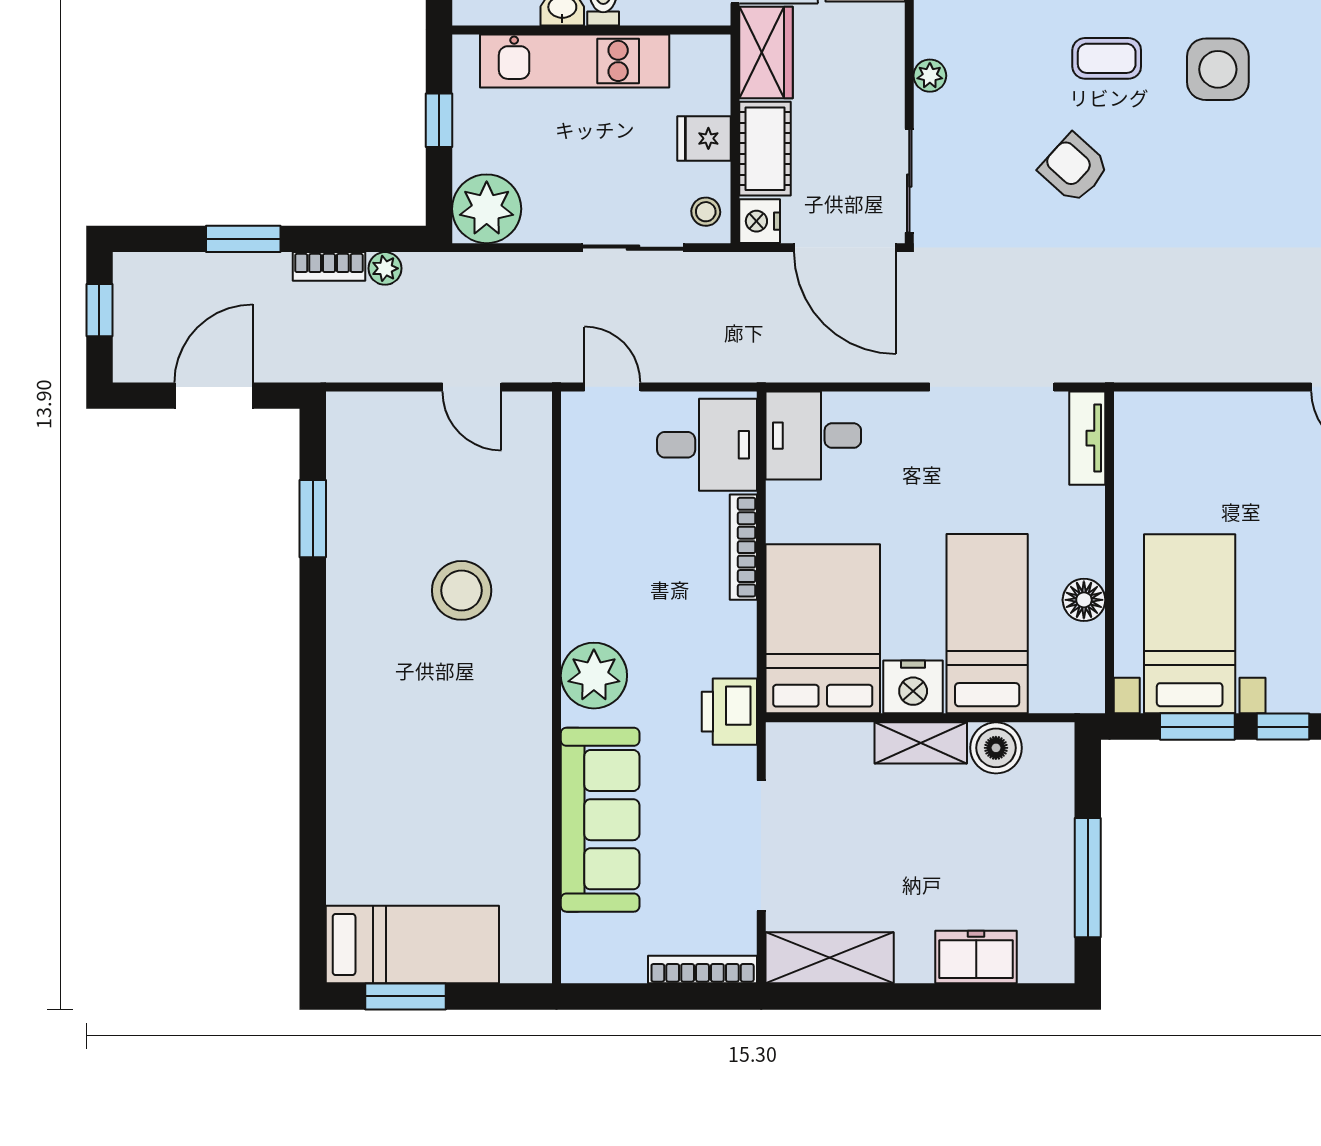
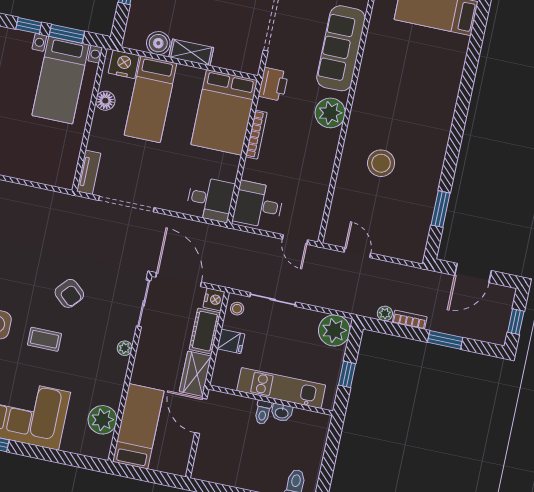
bookcase: (743, 547) -> (256, 135), moved
nightstand: (913, 687) -> (124, 64), moved

